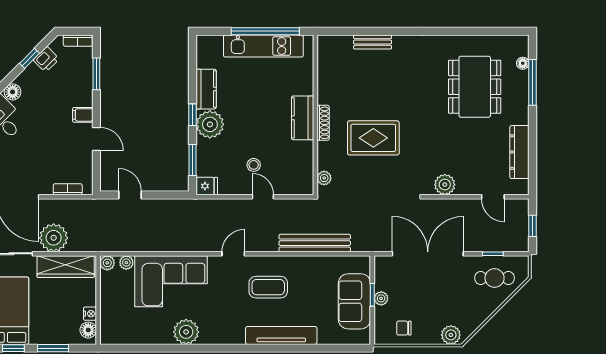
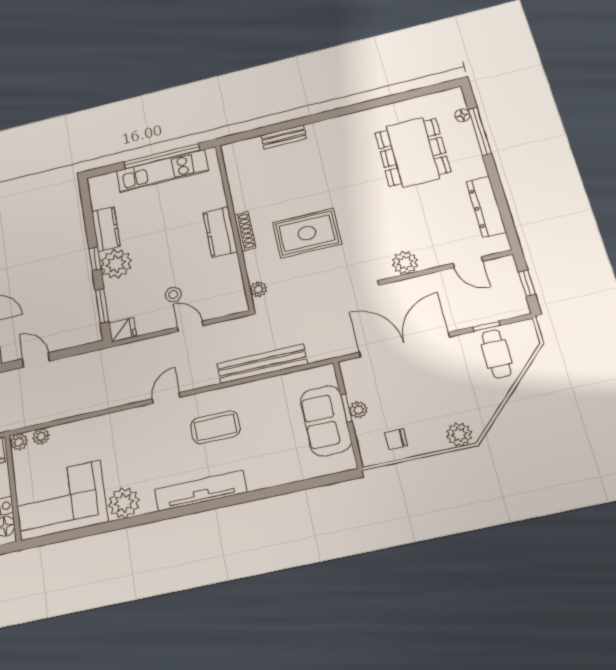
cafe table: (495, 278) -> (497, 354), turned 90
corner sofa: (171, 281) -> (61, 500), moved, turned 180
tv unit: (281, 335) -> (201, 491), moved

